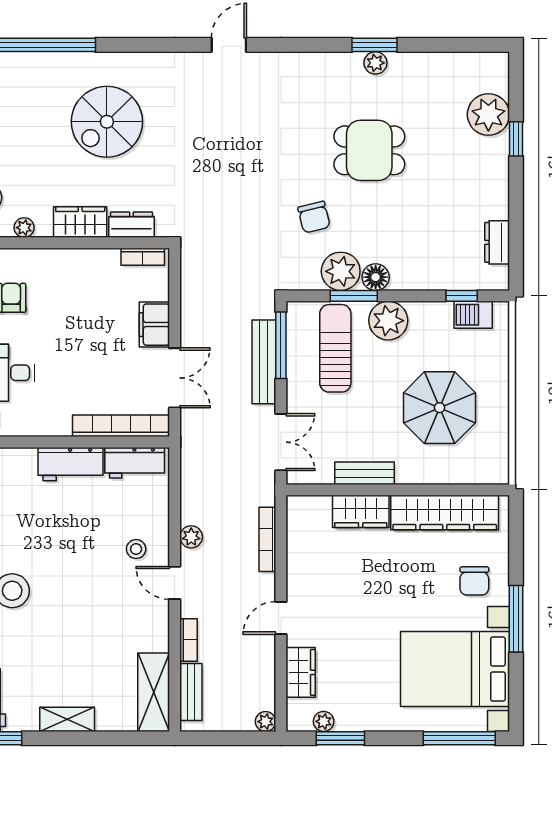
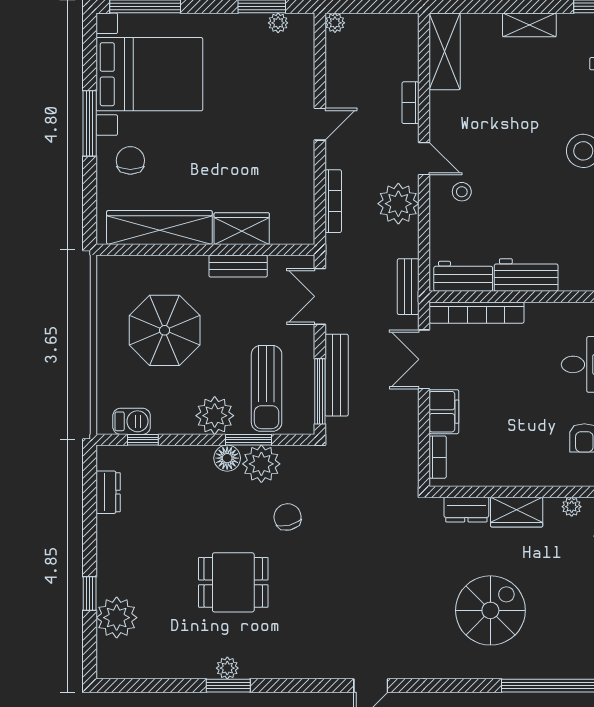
bookcase: (143, 257) -> (438, 457), moved, turned 90
plant: (191, 537) -> (398, 204), width x1.88, depth x1.88
wardrobe: (301, 672) -> (300, 71), removed
bench: (191, 692) -> (408, 287), moved

